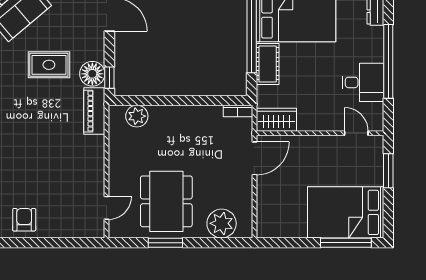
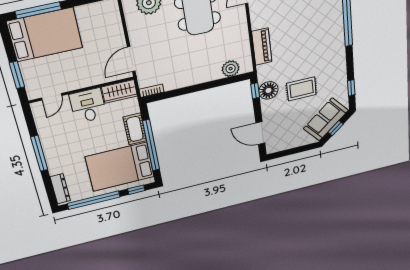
window: (388, 61) -> (39, 153), width x0.68
desk: (363, 82) -> (88, 106), moved, turned 90
piano: (94, 111) -> (262, 47), moved
door: (356, 133) -> (52, 97), hinge flipped

